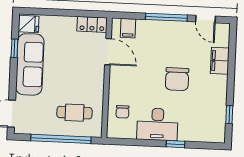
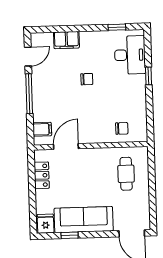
locker: (92, 24) -> (42, 175), moved
chair: (177, 79) -> (87, 79), width x0.54, depth x0.54
desk: (157, 124) -> (130, 55), moved
window: (61, 139) -> (152, 185), removed

